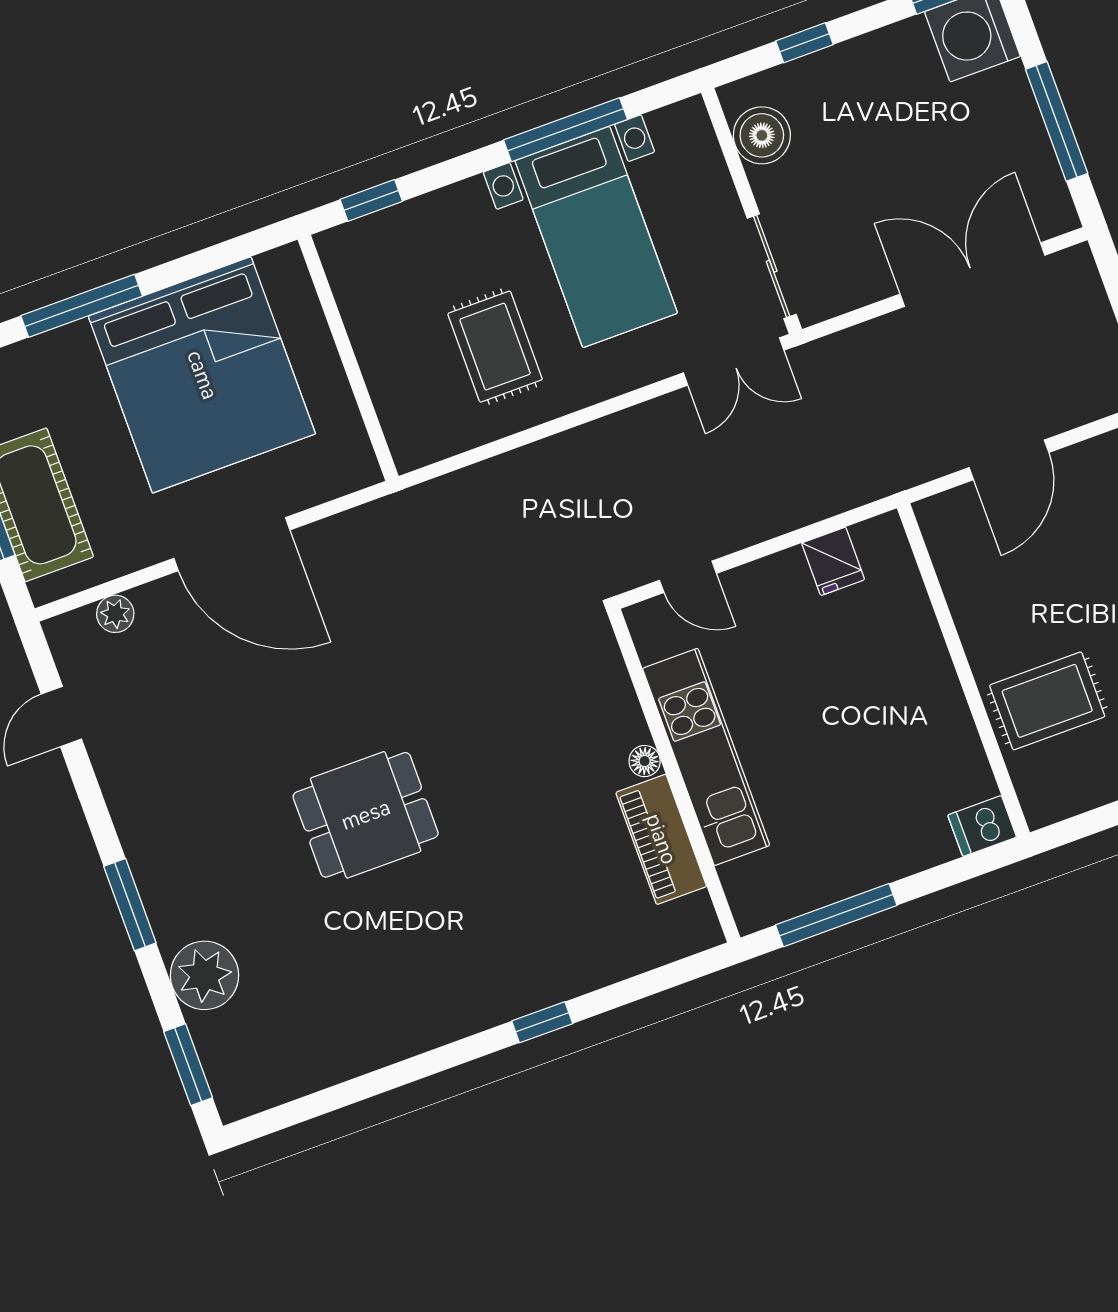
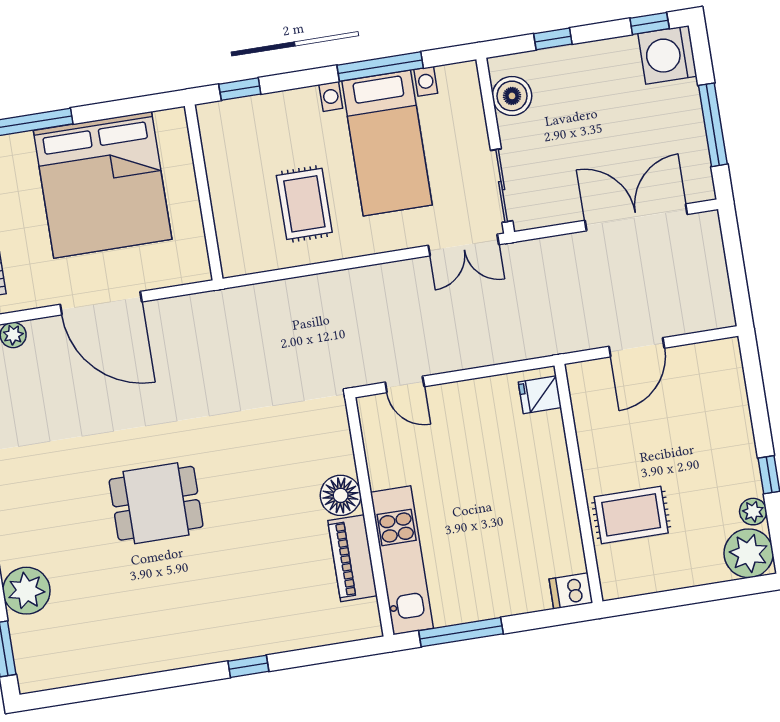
fridge: (833, 561) -> (540, 395), moved, turned 90
kitchen unit: (706, 757) -> (402, 560), moved
floor lamp: (645, 761) -> (341, 495), width x1.89, depth x1.89

